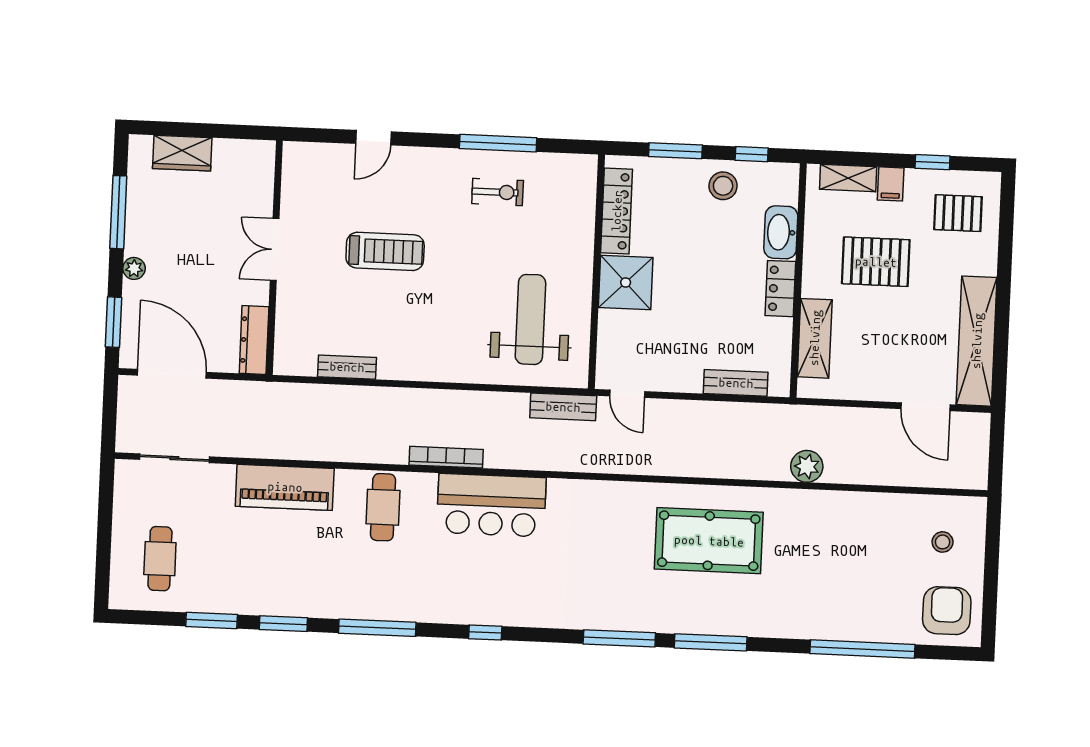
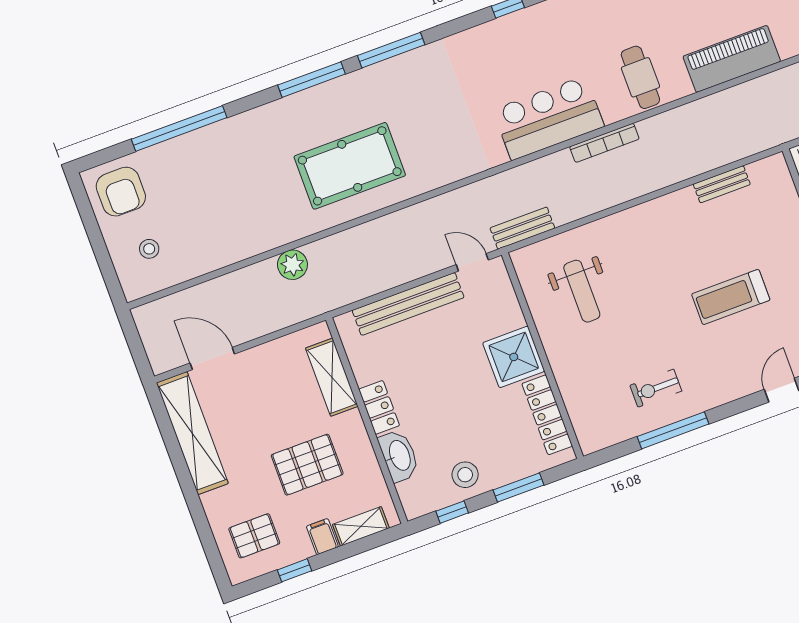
weight bench: (530, 319) -> (582, 291), width x0.73, depth x0.75
bench: (736, 383) -> (408, 304), width x1.86, depth x1.21

